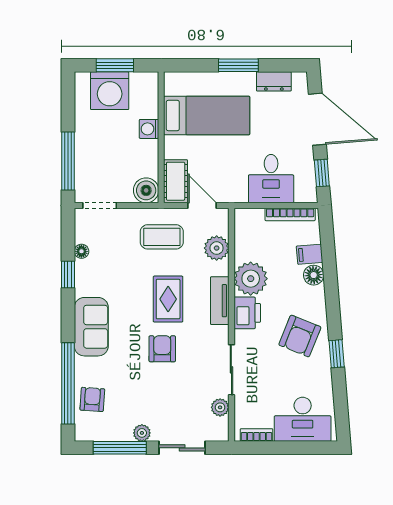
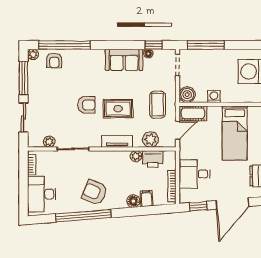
washing machine: (149, 129) -> (214, 97), moved
window: (68, 274) -> (154, 45), moved
plant: (251, 279) -> (136, 156), width x0.53, depth x0.53
printer: (247, 313) -> (153, 159), moved
sofa: (91, 327) -> (124, 60), moved
window: (337, 354) -> (83, 216), width x3.17
armchair: (92, 399) -> (54, 60), turned 86
plant: (142, 433) -> (33, 54), moved

